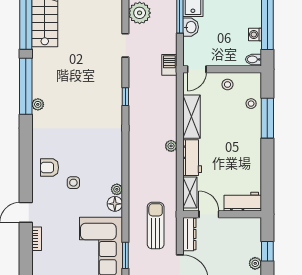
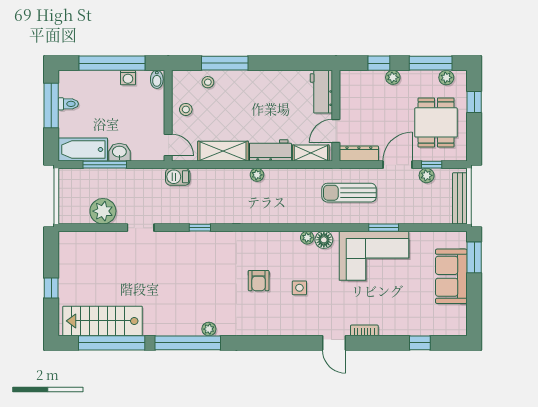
barbecue: (169, 65) -> (178, 177), moved
armchair: (50, 168) -> (259, 281), moved

